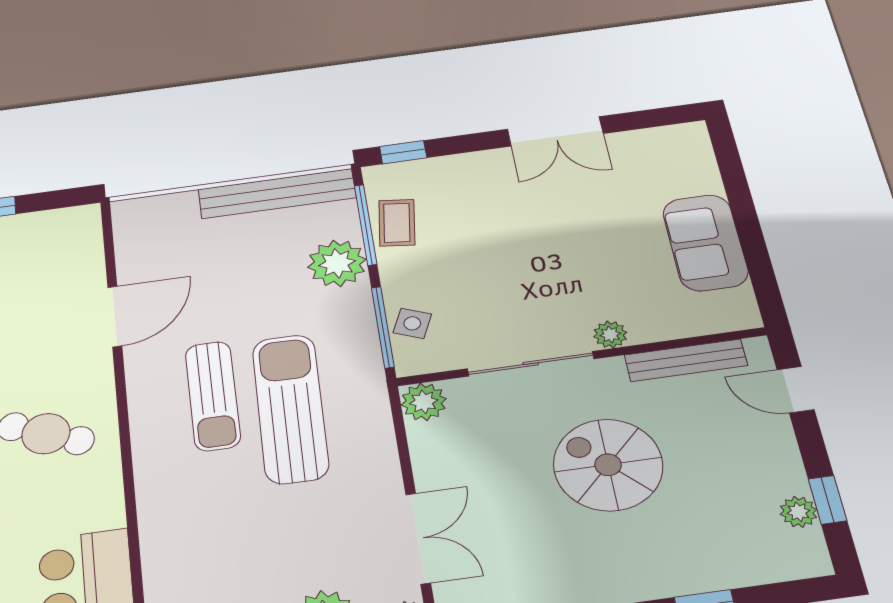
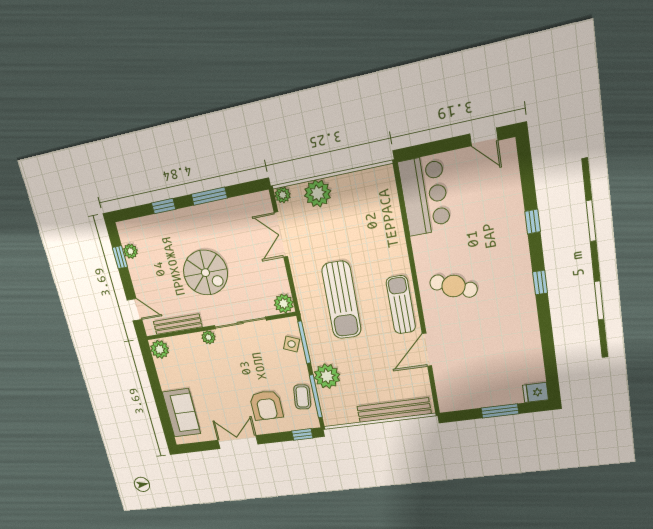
bench: (277, 193) -> (394, 410), moved
armchair: (482, 204) -> (266, 405), added
sofa: (705, 243) -> (181, 413), moved
plant: (735, 309) -> (160, 349), added
sun lounger: (213, 396) -> (401, 305), moved

